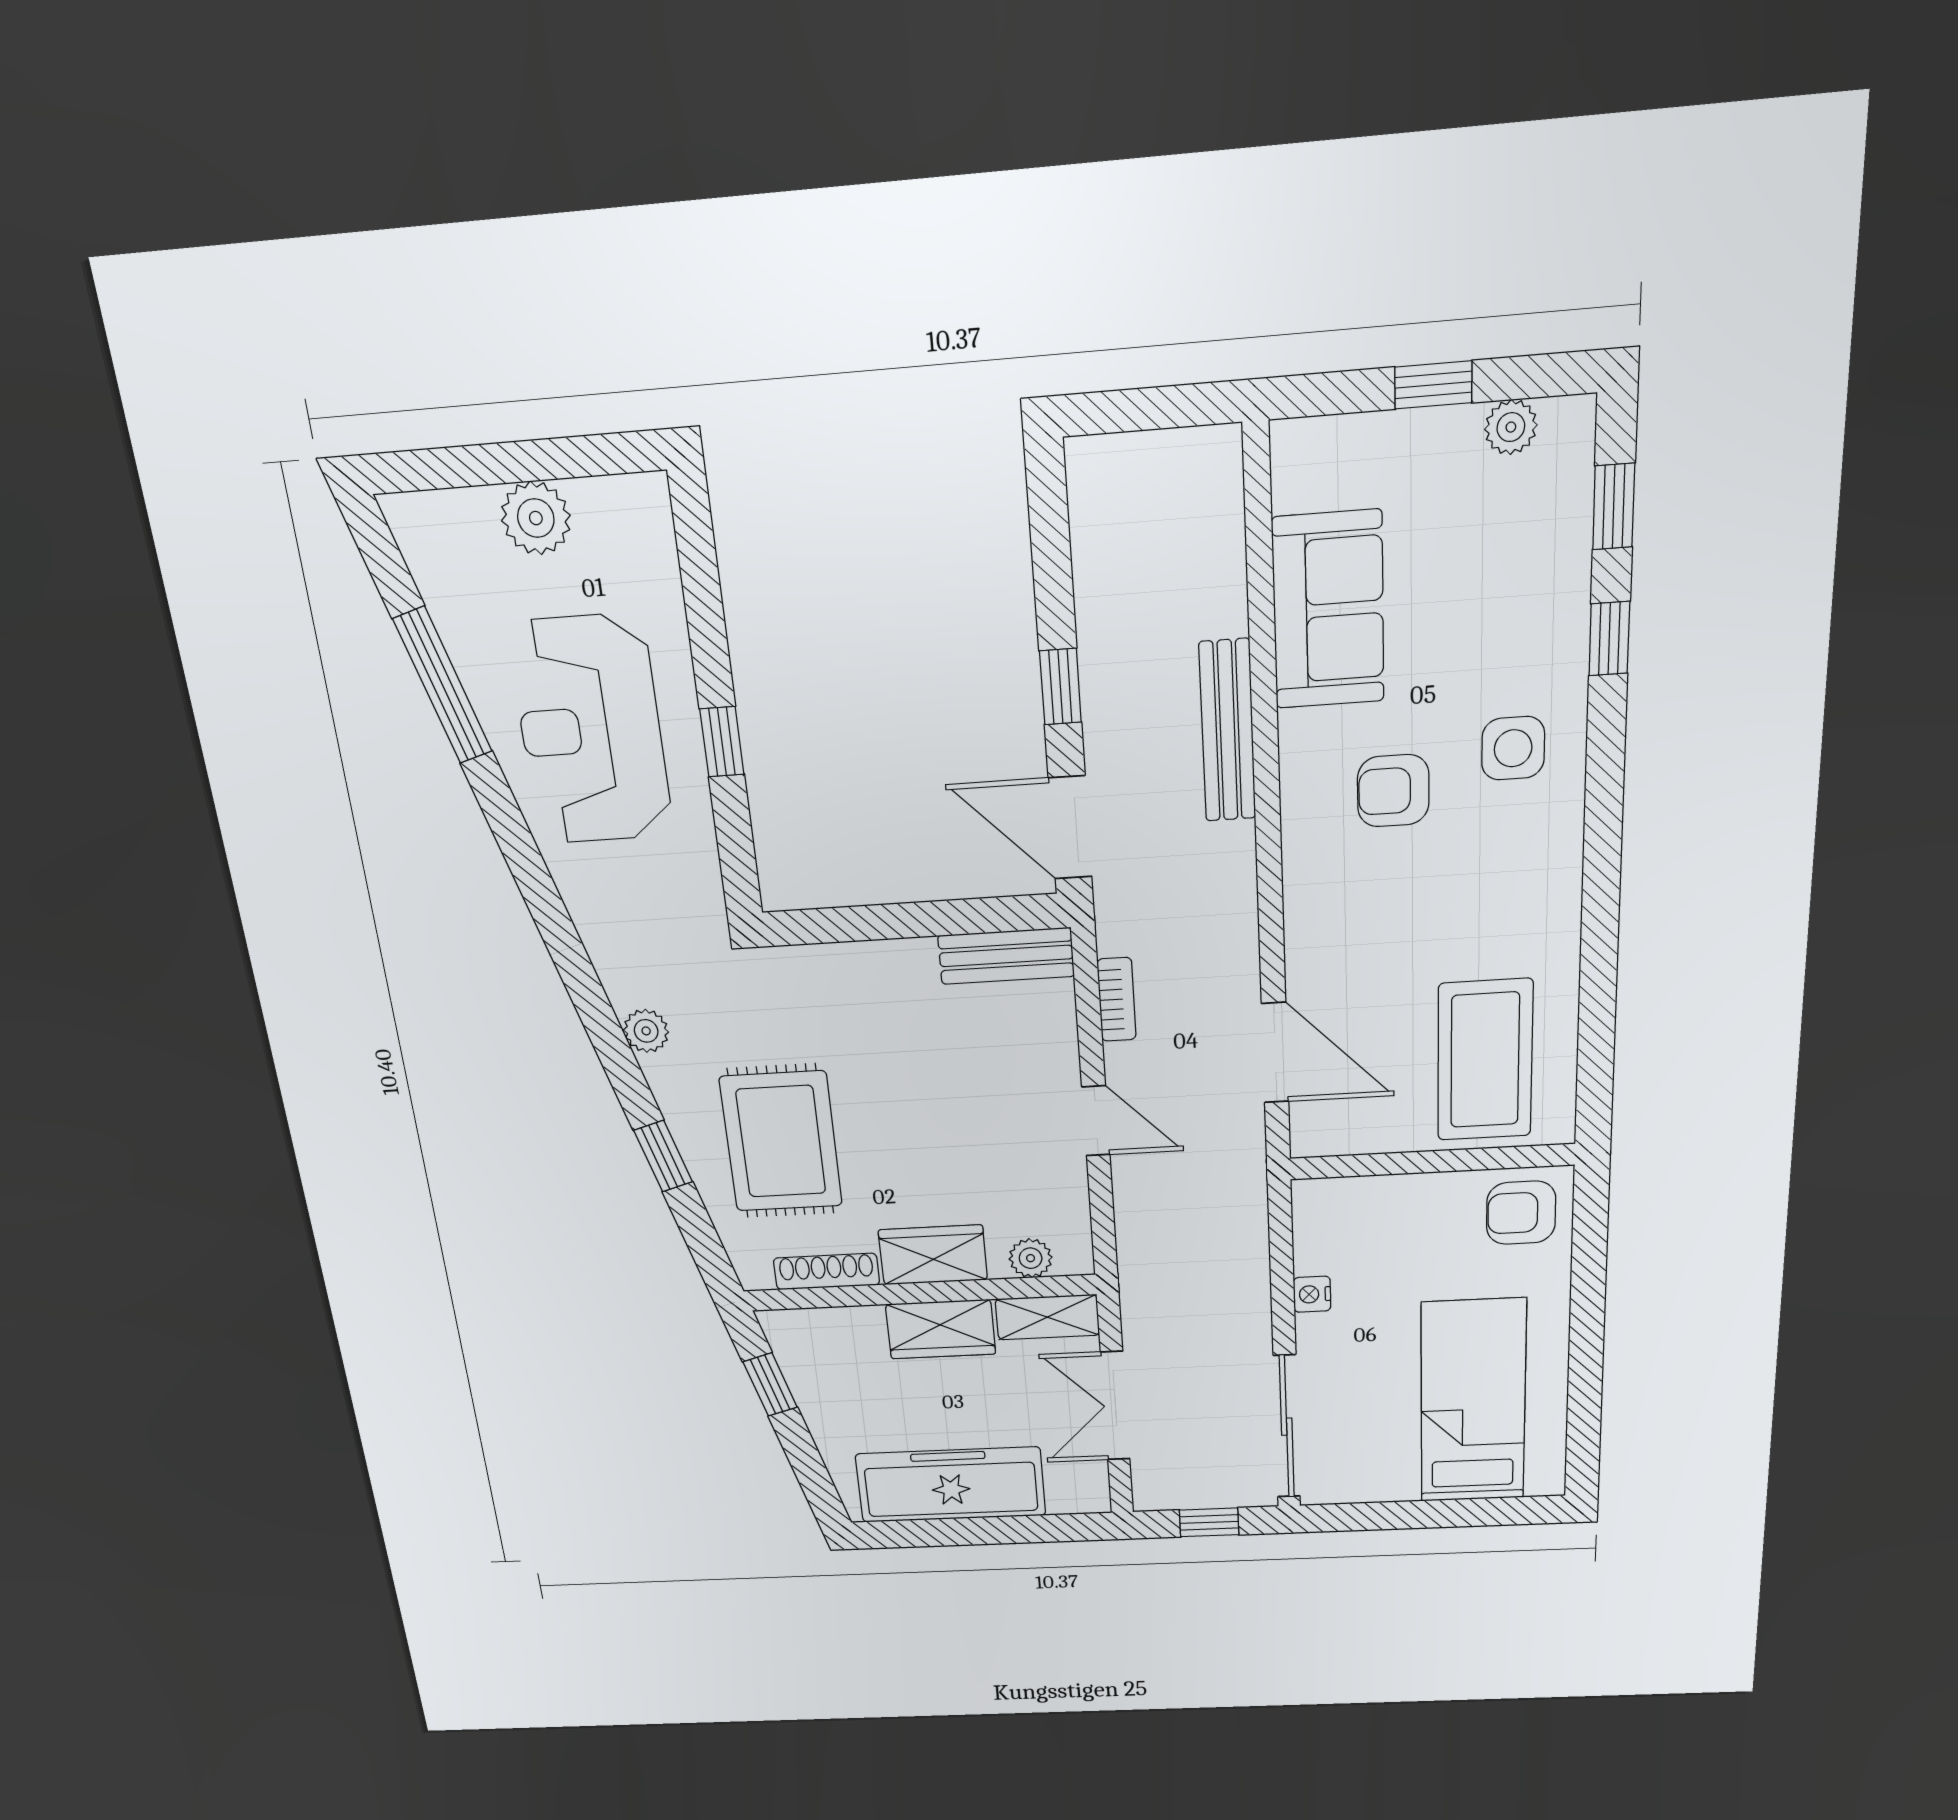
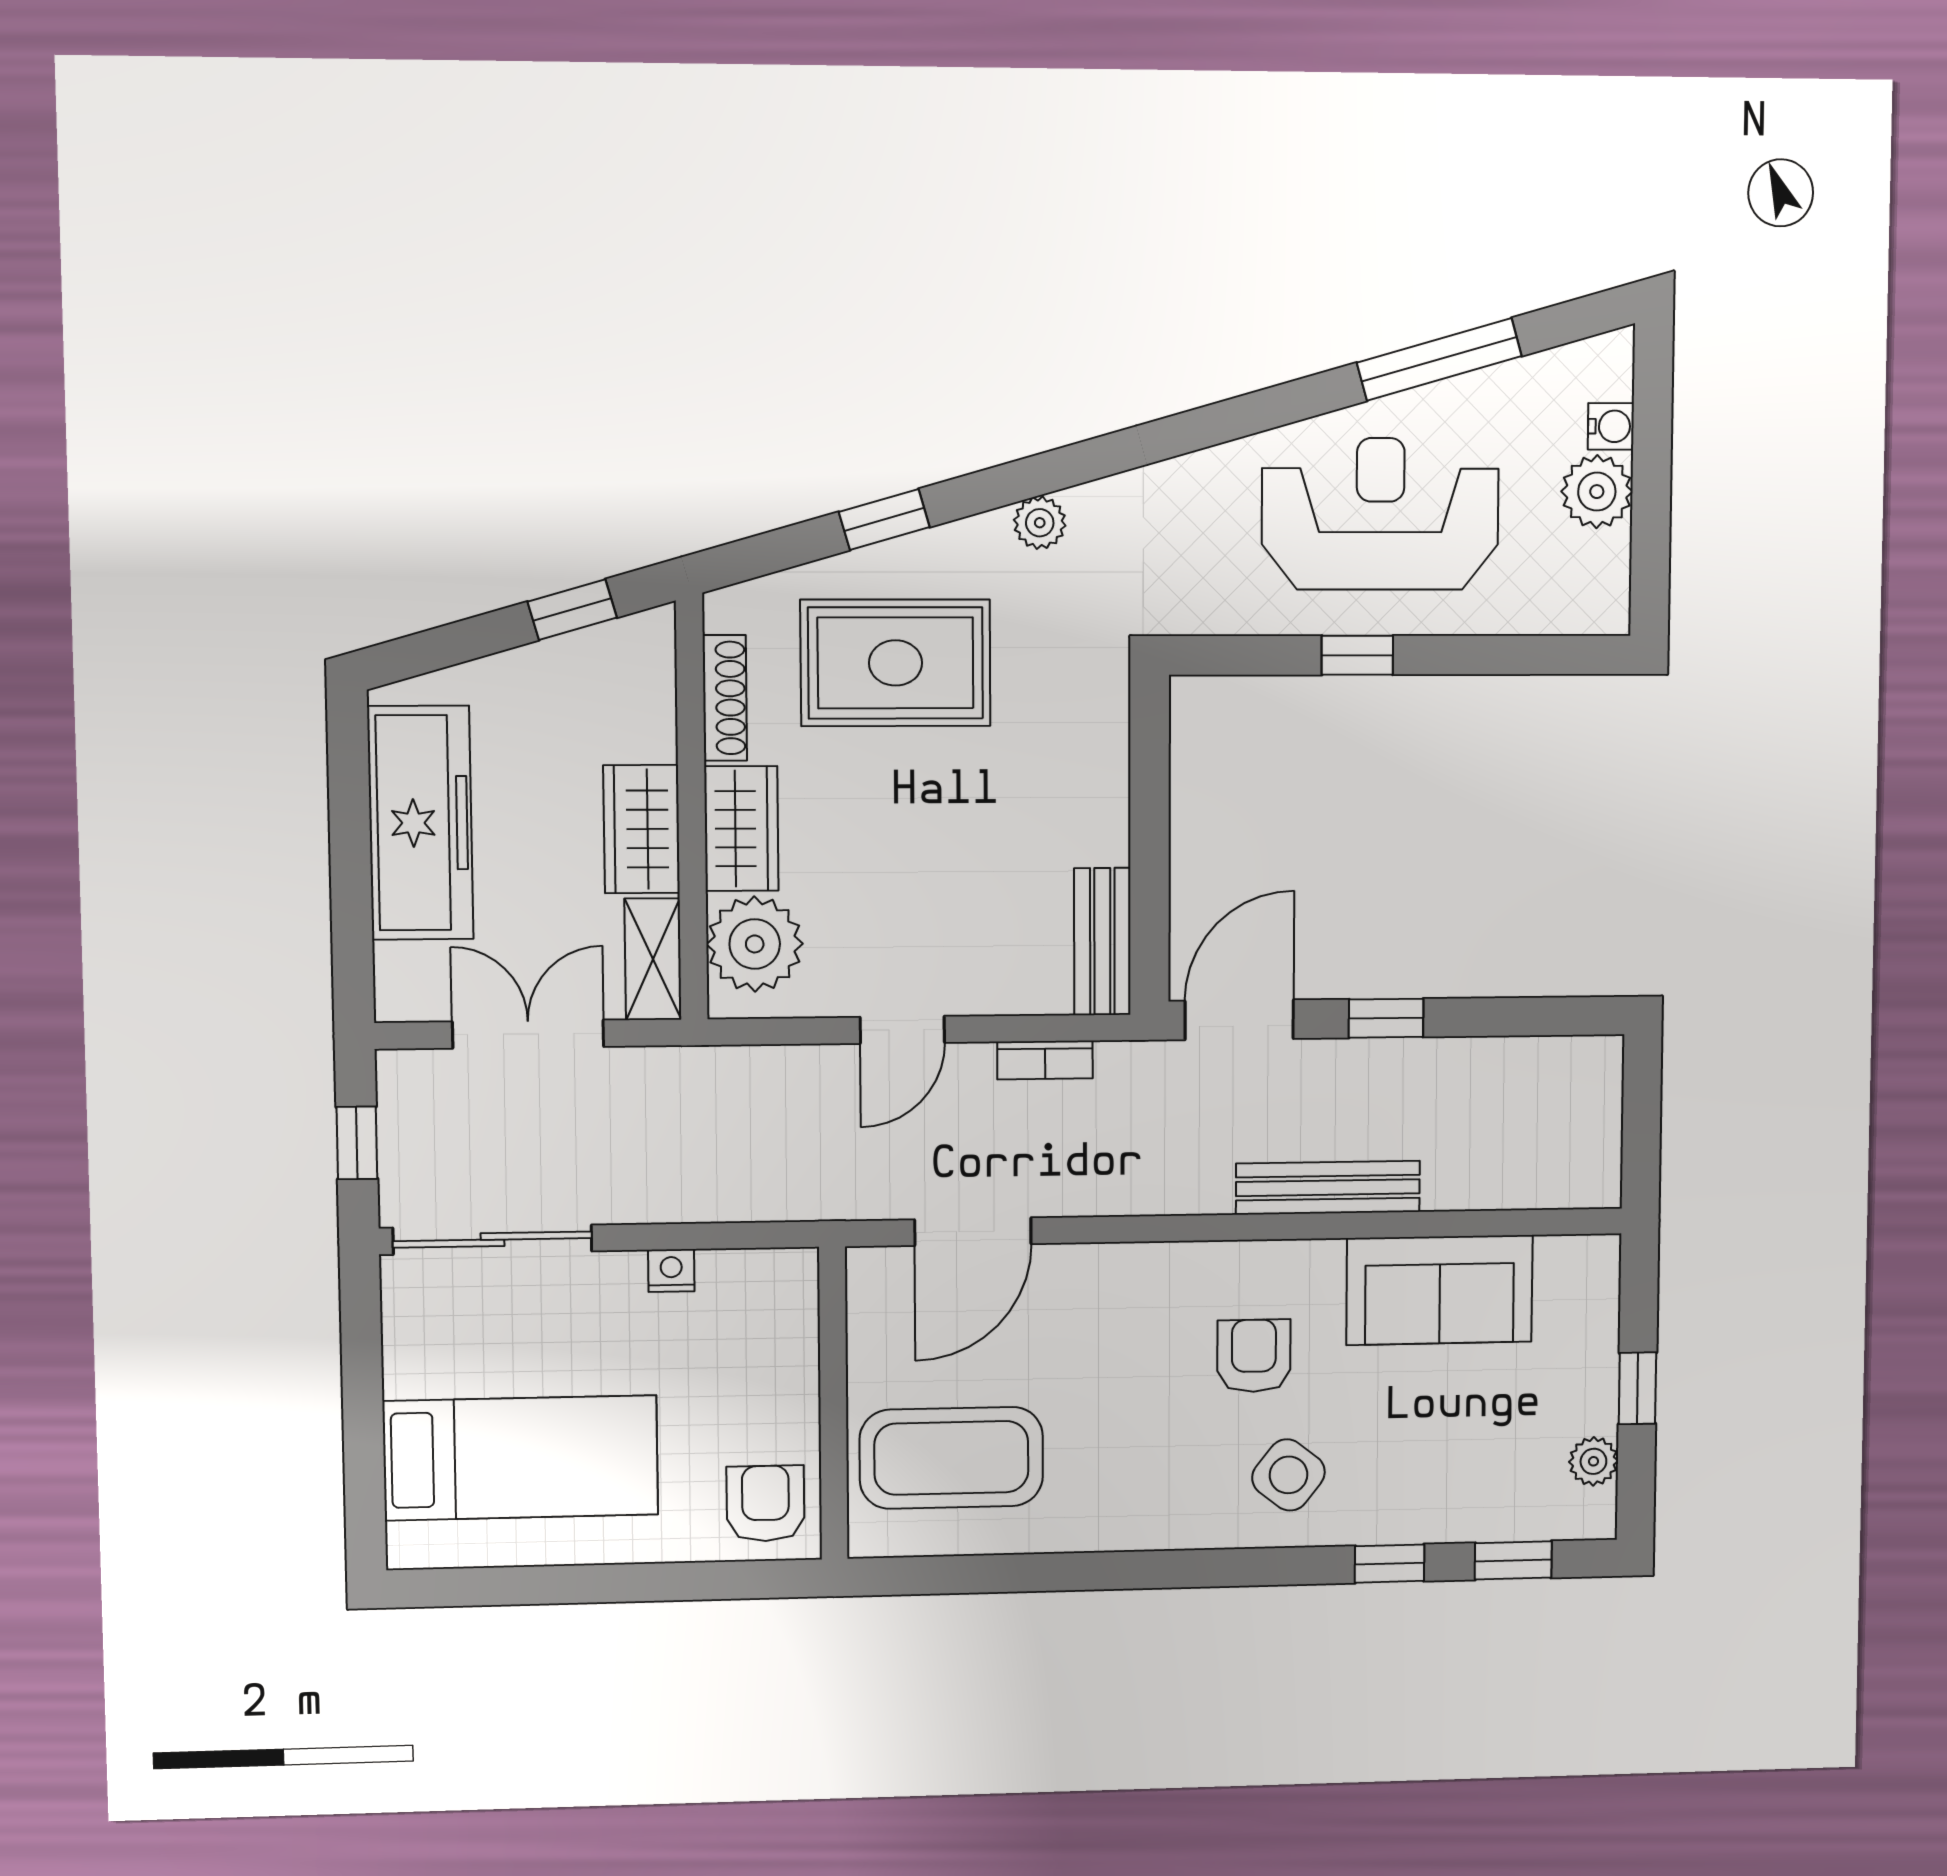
water cooler: (473, 510) -> (1611, 426), added
side table: (1513, 748) -> (1288, 1475), turned 38
plant: (1031, 1258) -> (755, 944), width x1.88, depth x1.88

